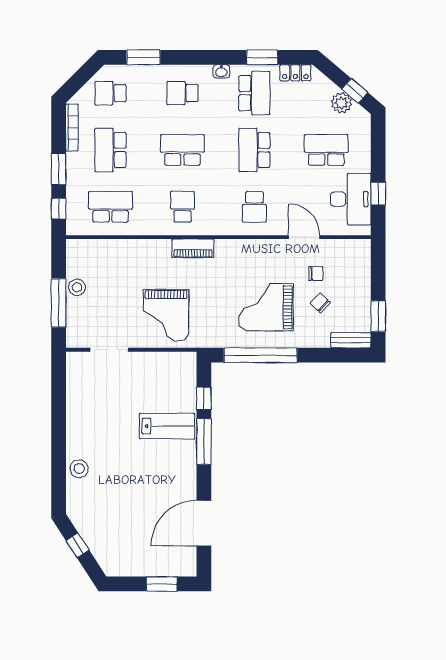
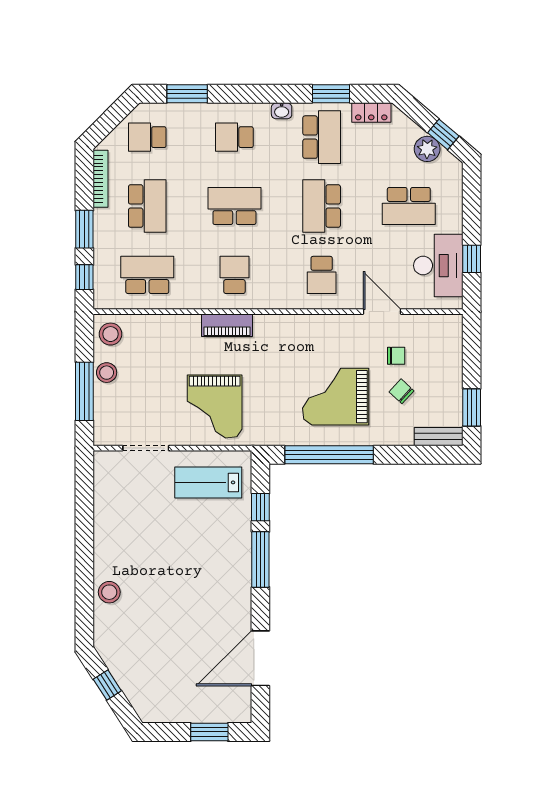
school desk: (110, 150) -> (147, 206), turned 180
school desk: (326, 150) -> (409, 206), turned 180
piano: (193, 248) -> (227, 325), moved
stool: (80, 256) -> (111, 334), added
lab bench: (167, 426) -> (208, 482), moved, turned 180

